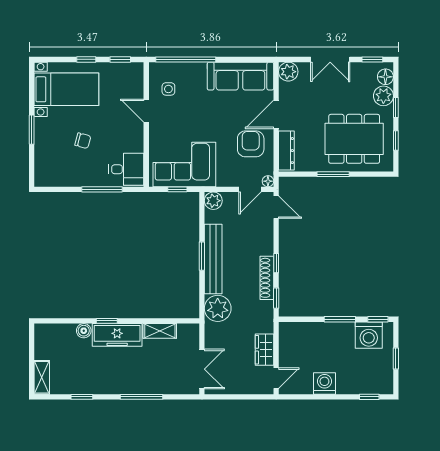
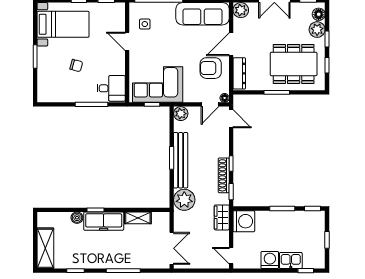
armchair: (251, 144) -> (211, 68), turned -90
washing machine: (369, 335) -> (244, 221), moved, turned -90
wardrobe: (264, 350) -> (222, 217), moved
shelving: (42, 377) -> (45, 248), width x1.50, depth x1.33
door: (276, 378) -> (231, 256), swing flipped
kitchen sink: (351, 384) -> (291, 260), added

